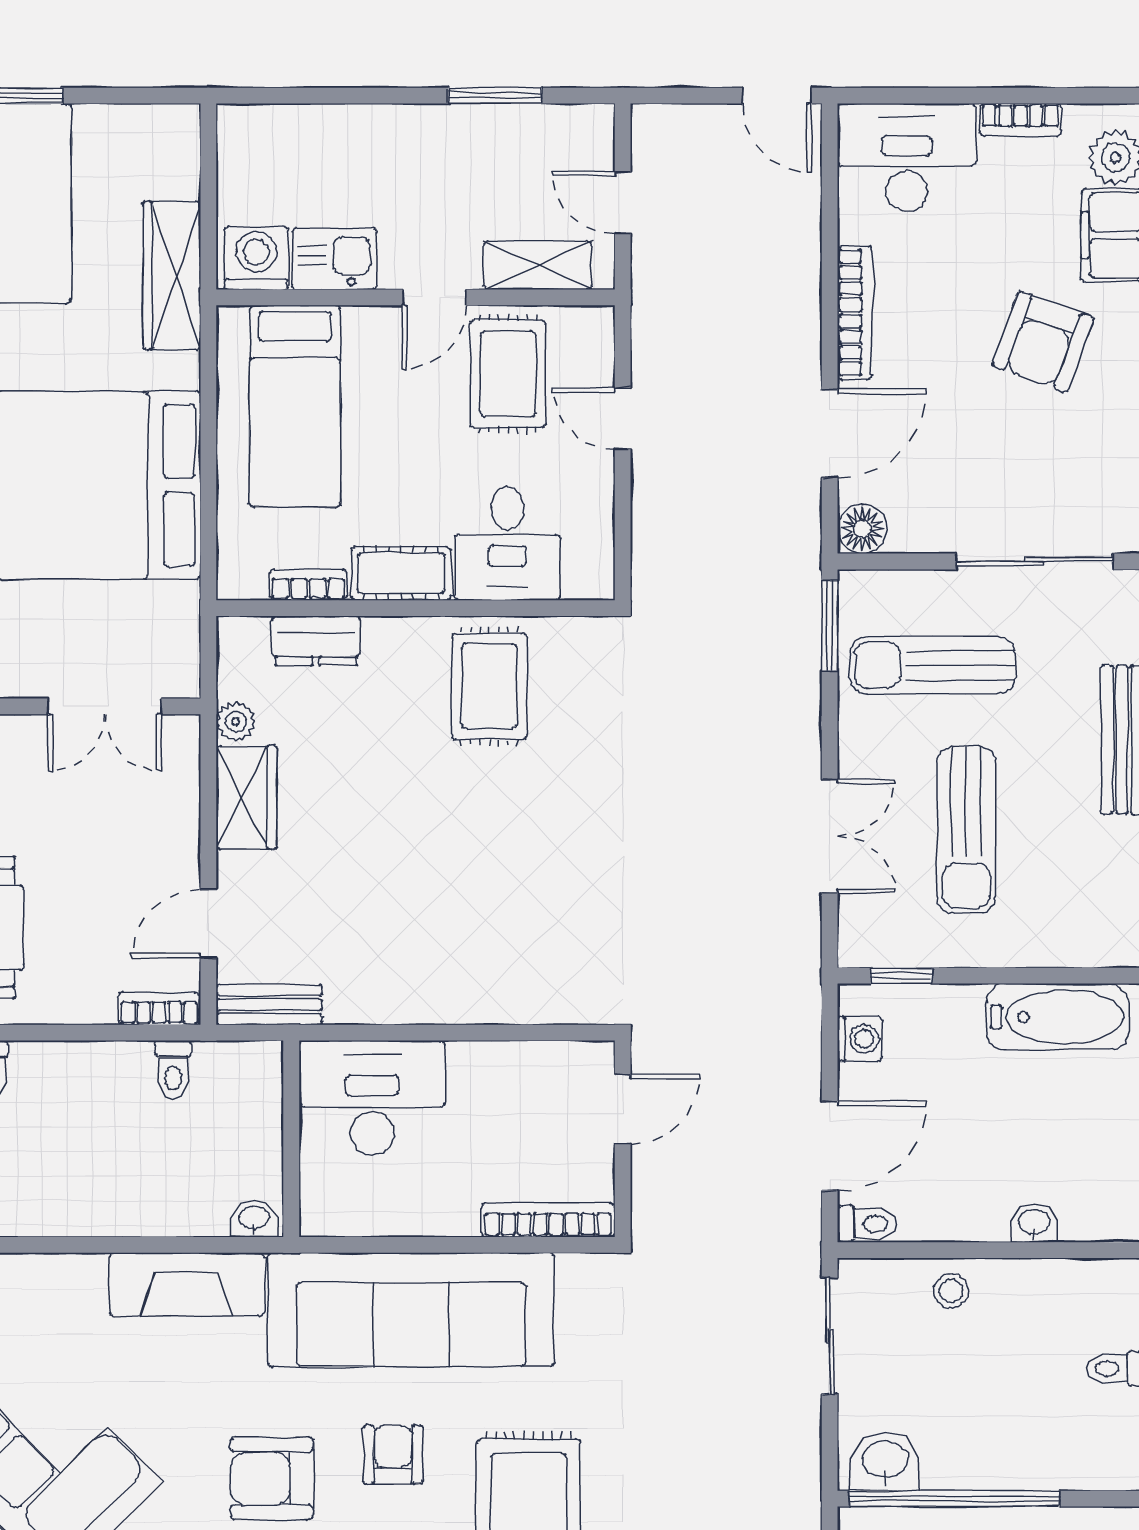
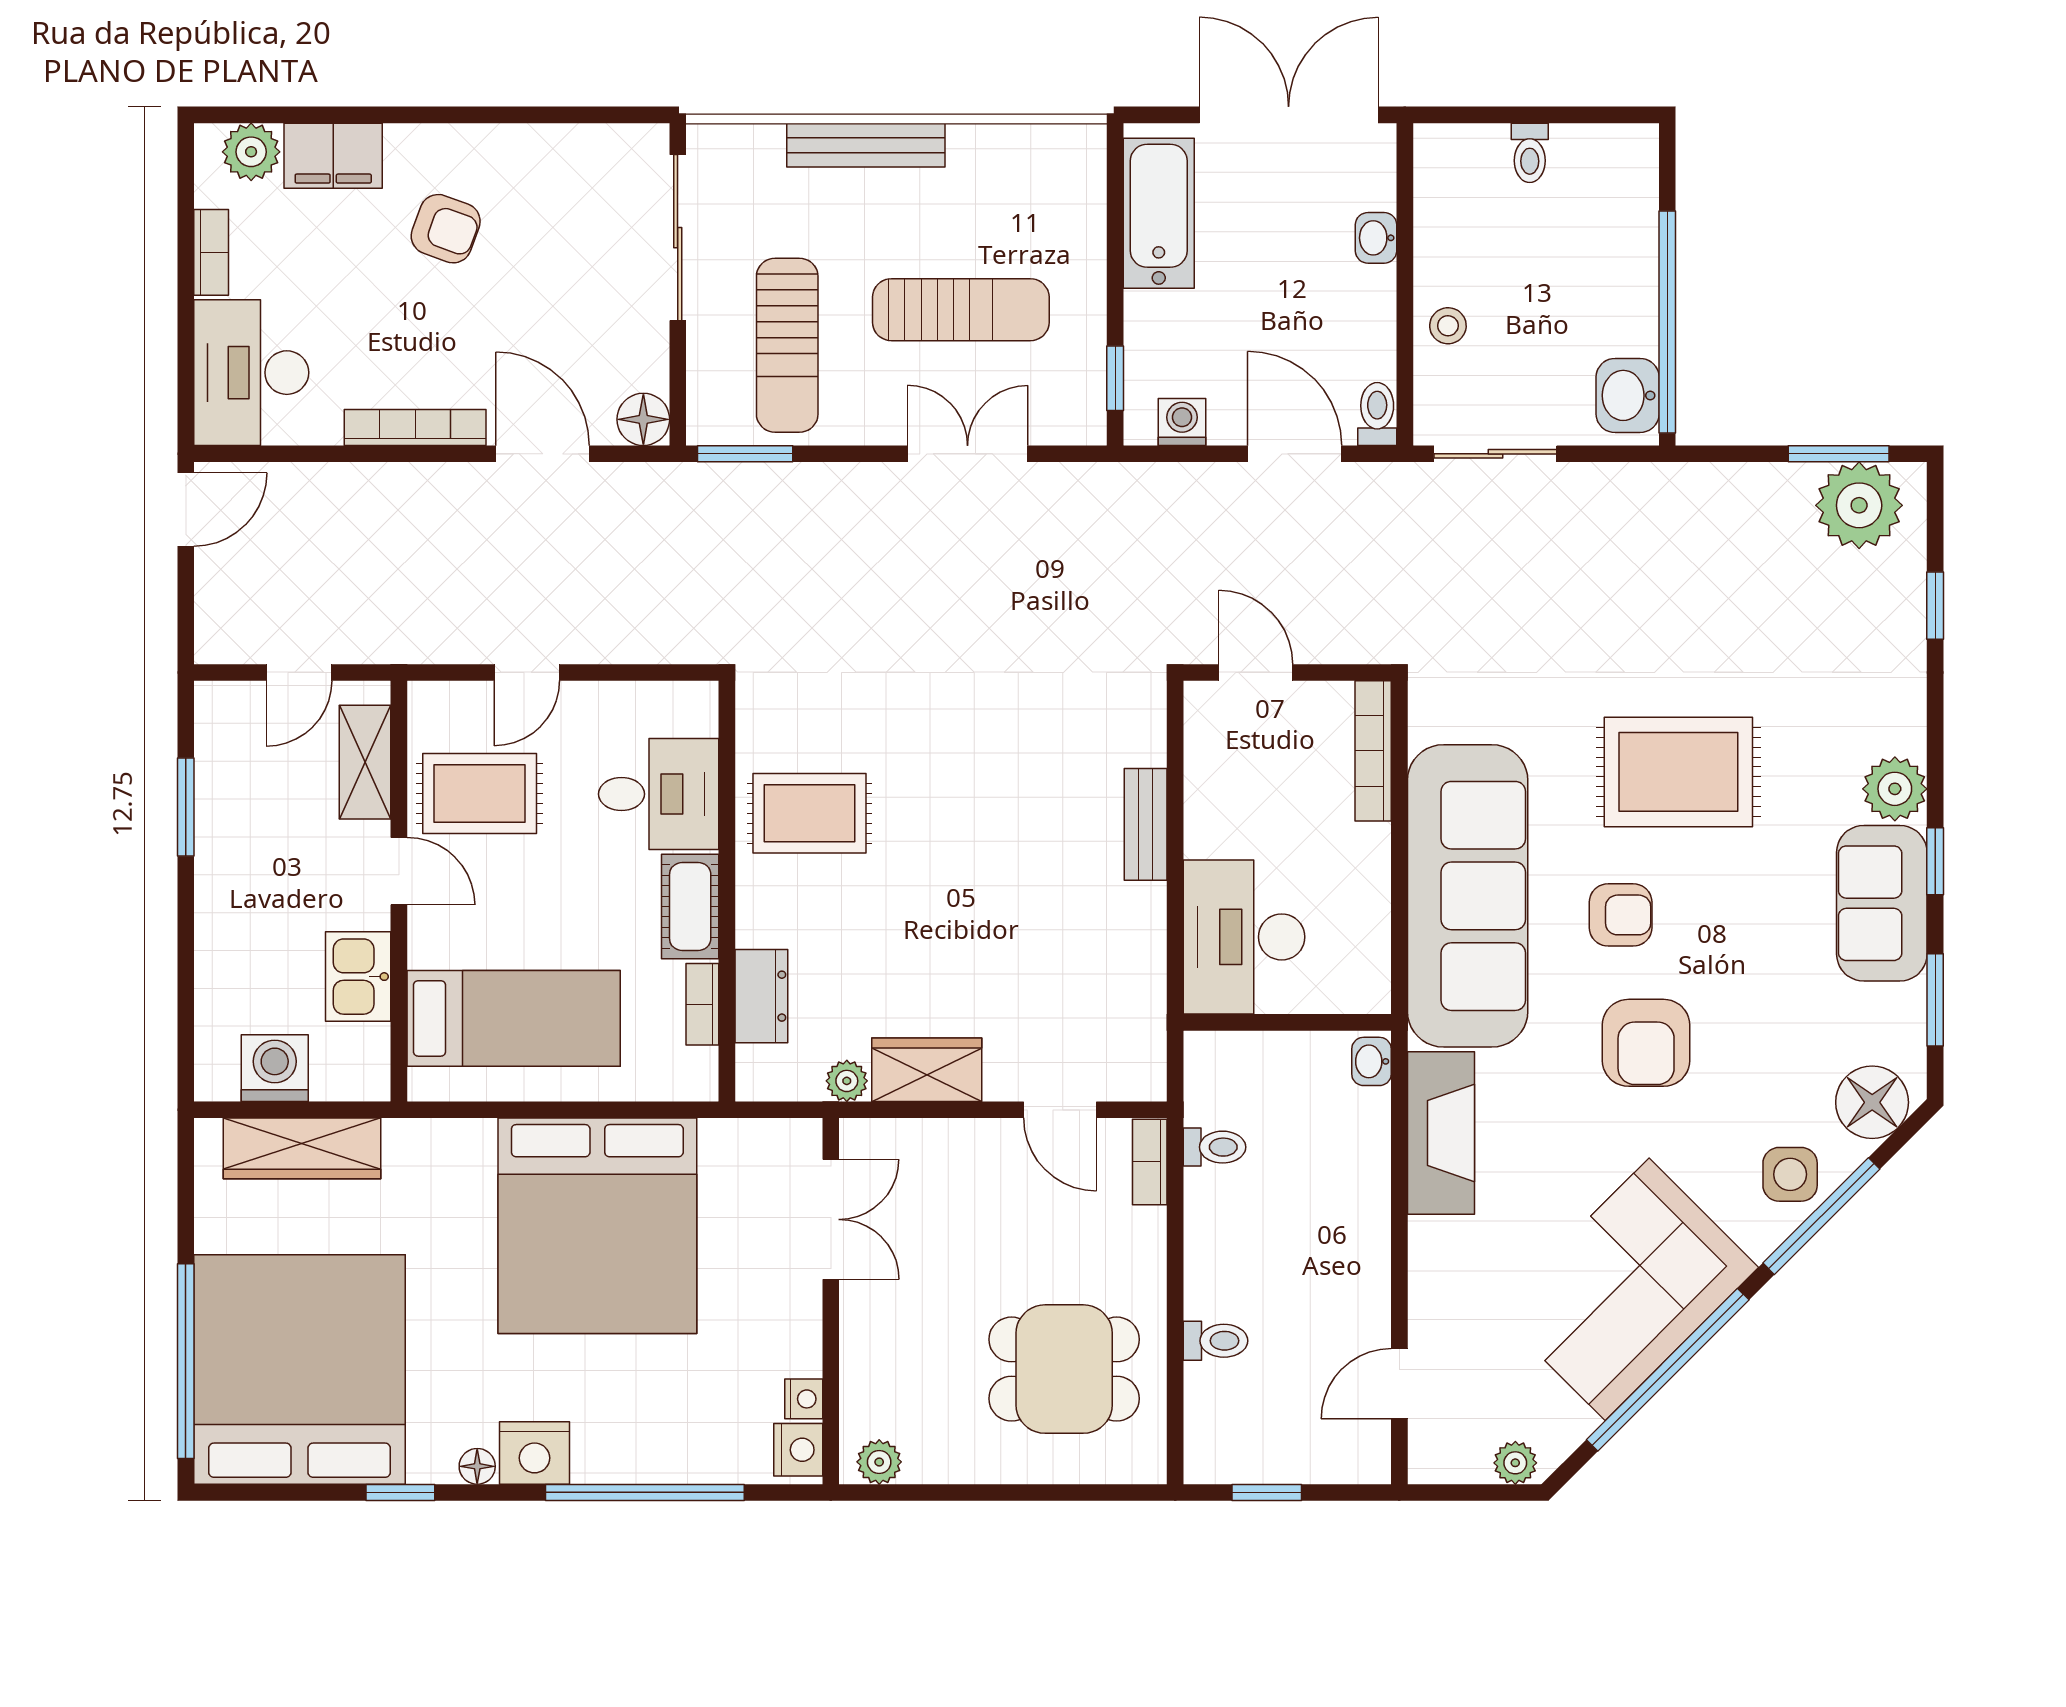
washing machine: (256, 258) -> (275, 1068), moved, turned 90
wardrobe: (172, 276) -> (302, 1148), moved
armchair: (1043, 342) -> (446, 229), width x0.72, depth x0.72
bench: (269, 1005) -> (1146, 824), moved
armchair: (393, 1454) -> (1621, 915), turned 180

